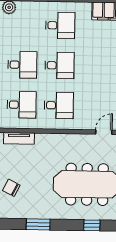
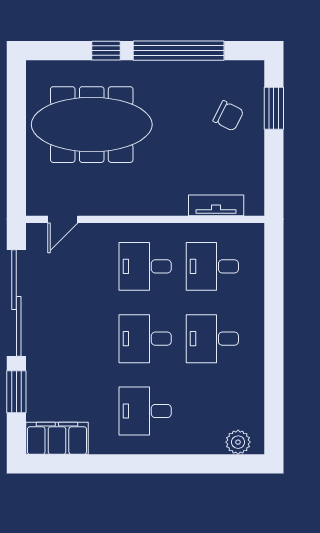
window: (38, 224) -> (179, 51), width x2.11
window: (92, 225) -> (106, 51), moved

